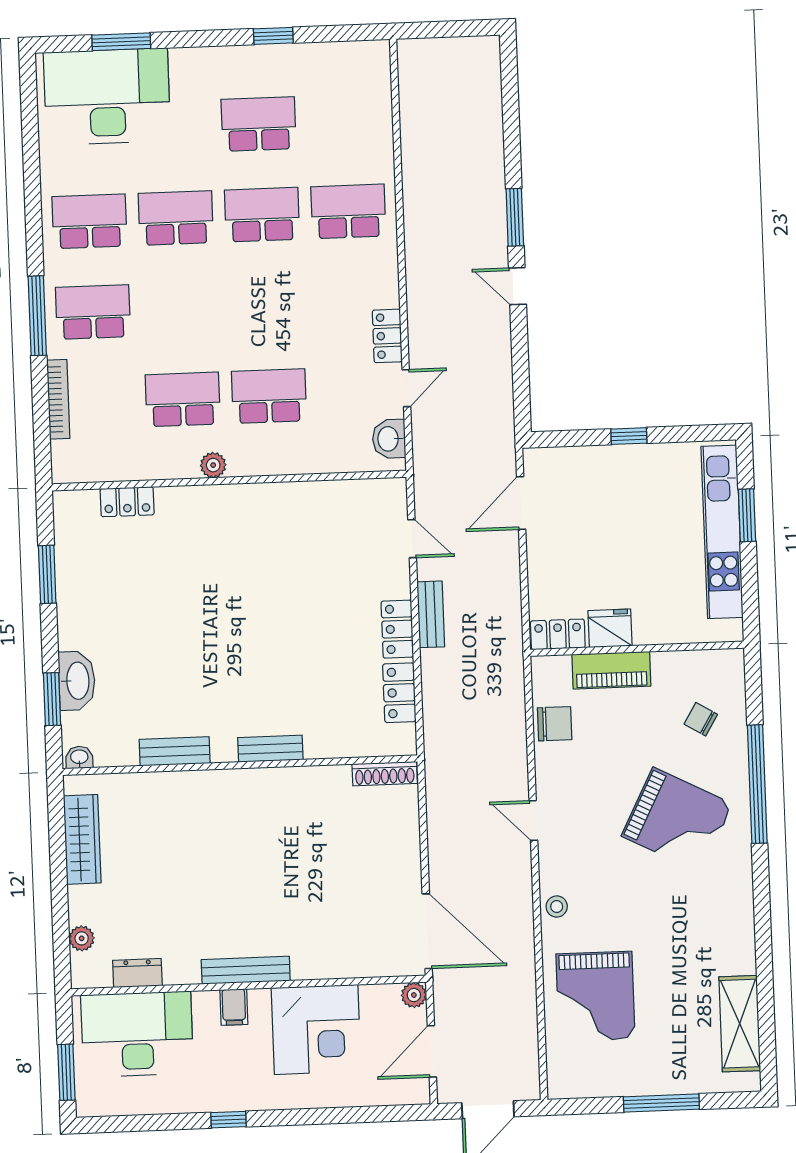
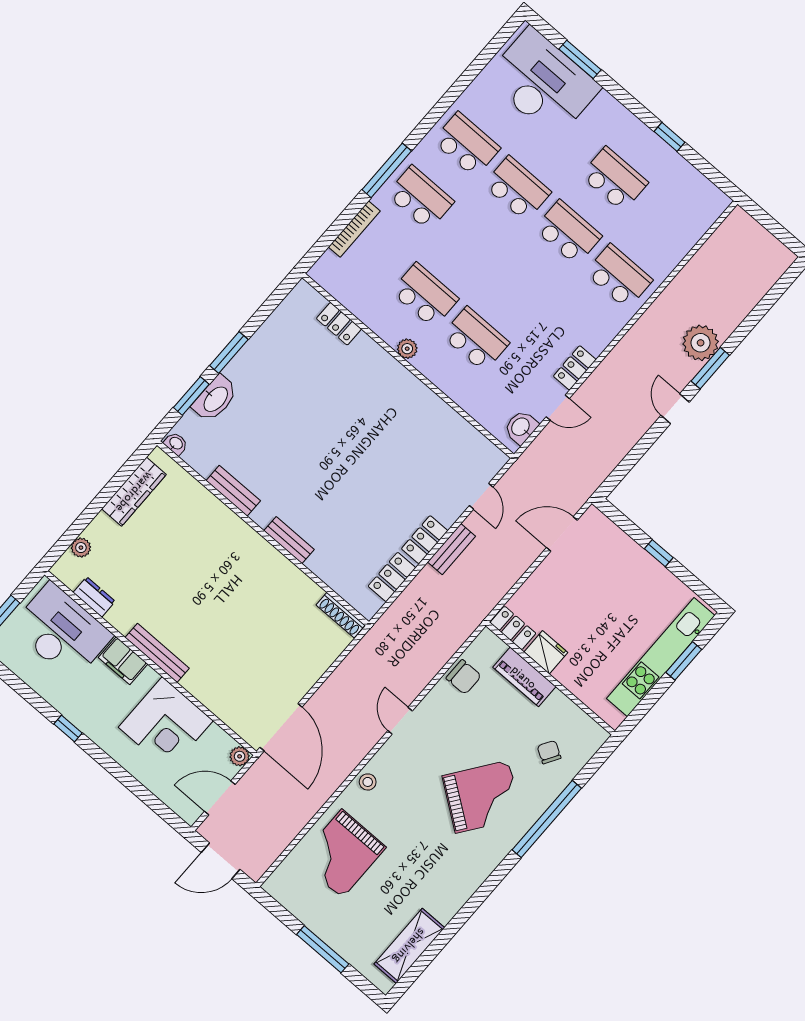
plant: (483, 202) -> (701, 343), added
window: (47, 574) -> (229, 353), moved
grand piano: (677, 820) -> (482, 797), turned -81
filing cabinet: (234, 1007) -> (123, 661), width x2.00

